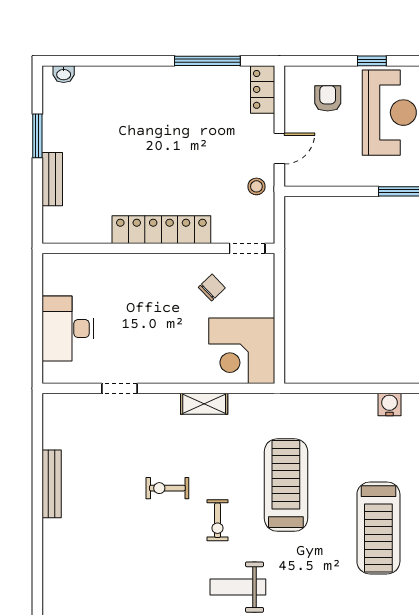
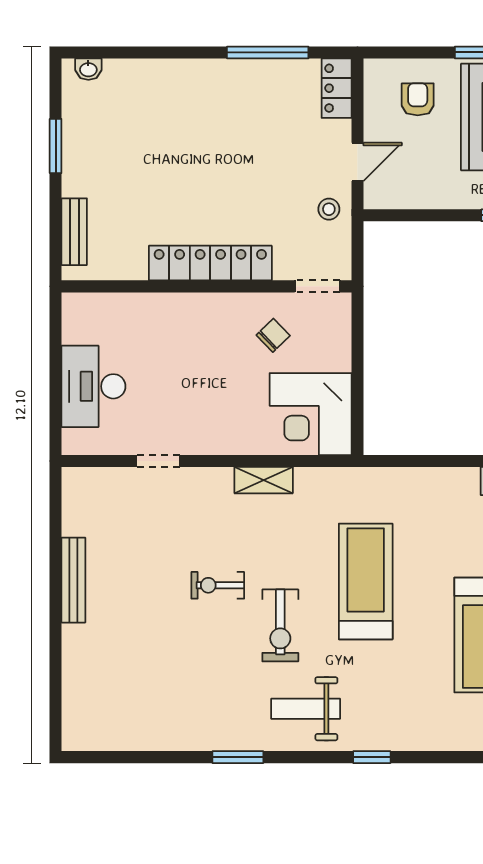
bench: (52, 179) -> (74, 232), moved
exercise bike: (218, 520) -> (280, 625), width x1.38, depth x1.39

